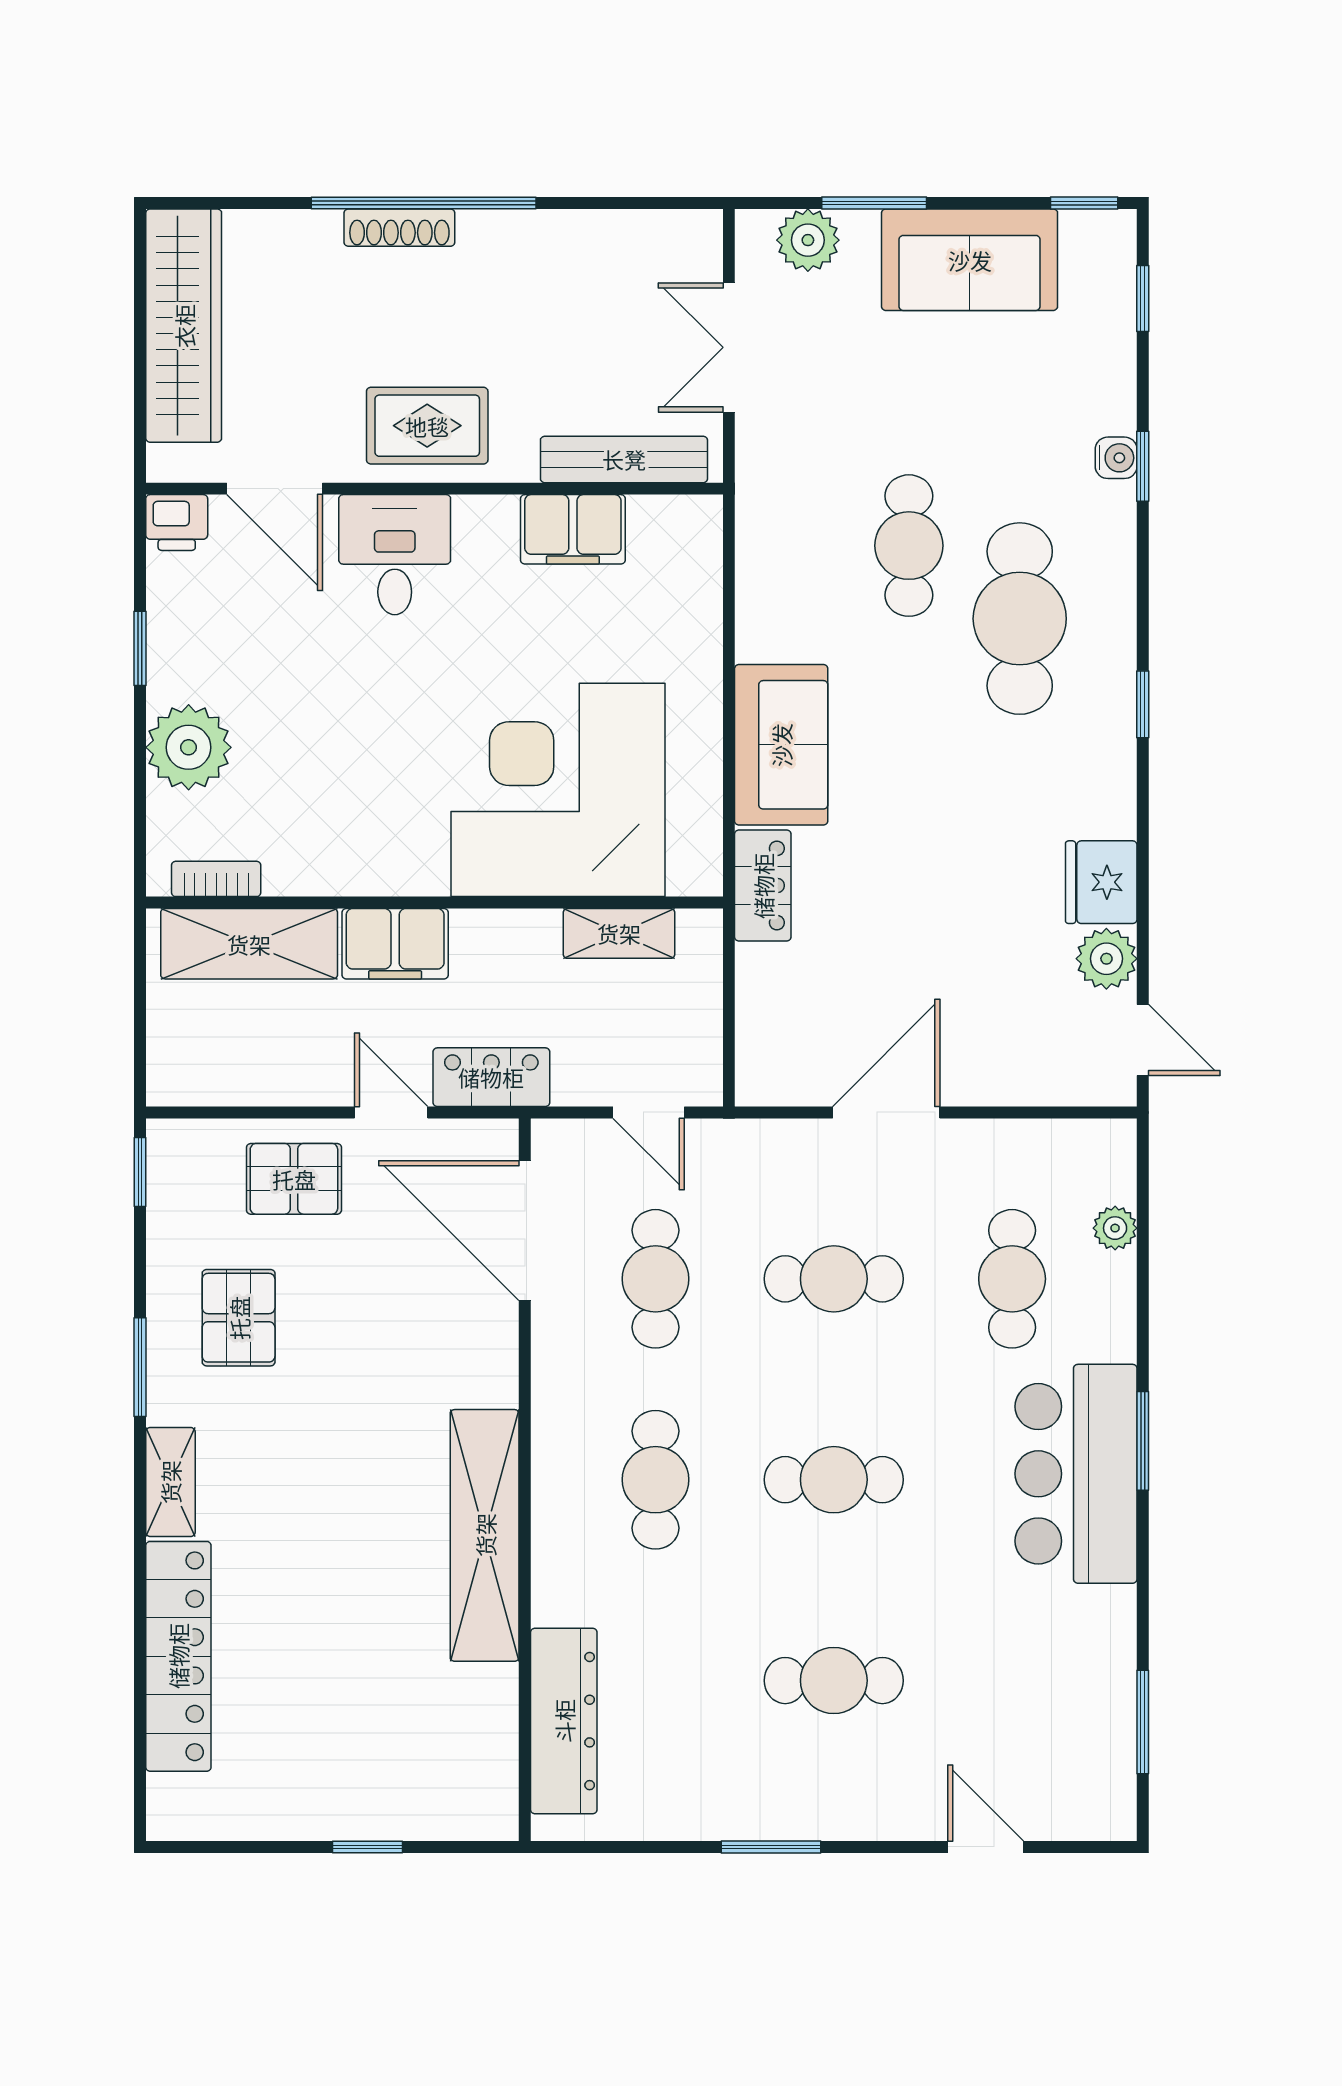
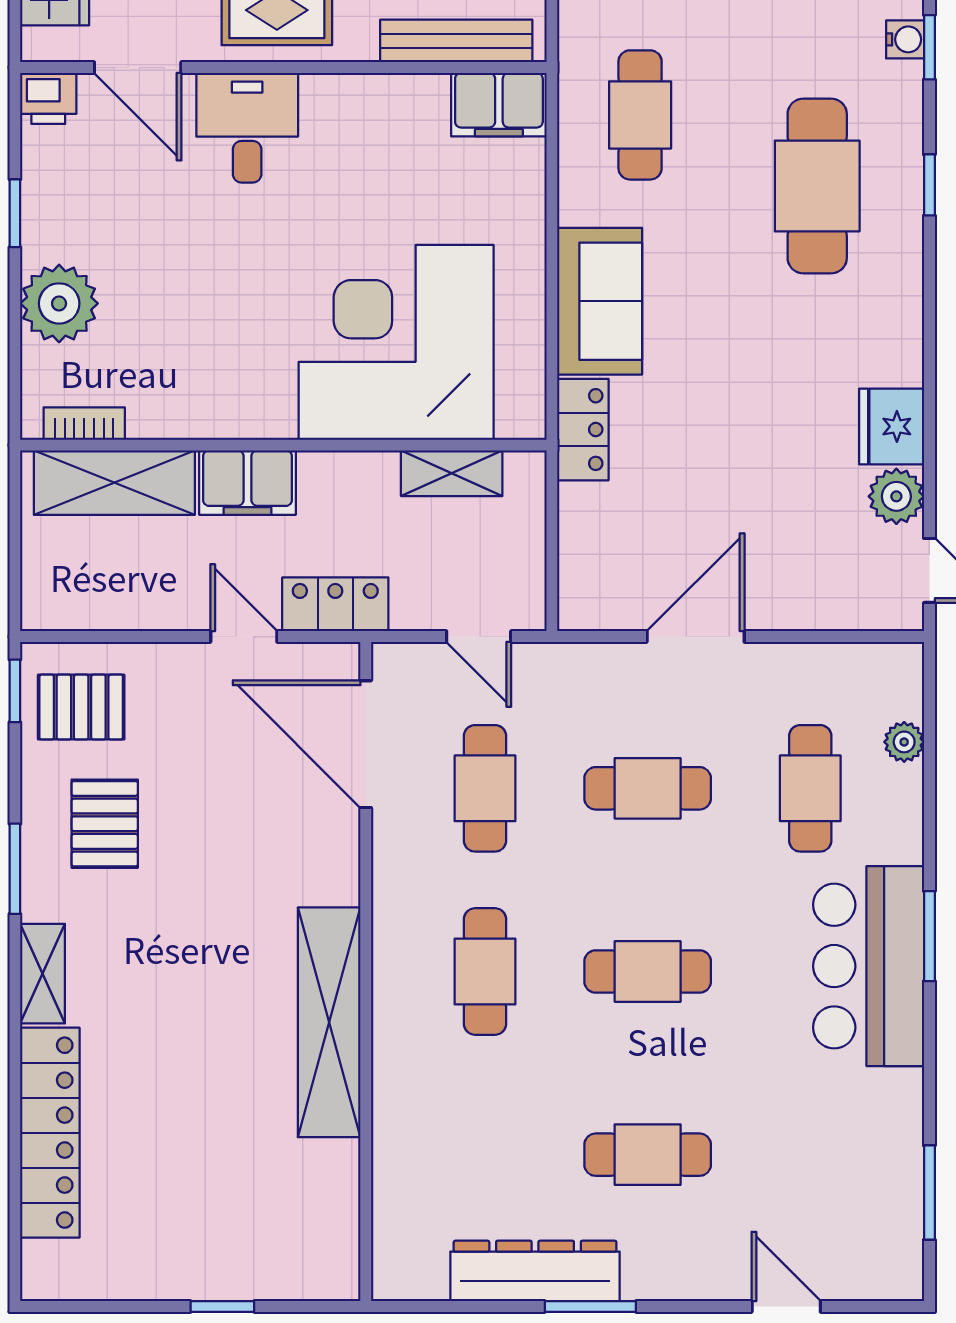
filing cabinet: (573, 529) -> (499, 105), moved
cafe table: (909, 546) -> (640, 115), moved
window: (1143, 704) -> (929, 185), moved
pallet: (294, 1179) -> (81, 707), moved
dresser: (564, 1721) -> (535, 1271), moved, turned -90

